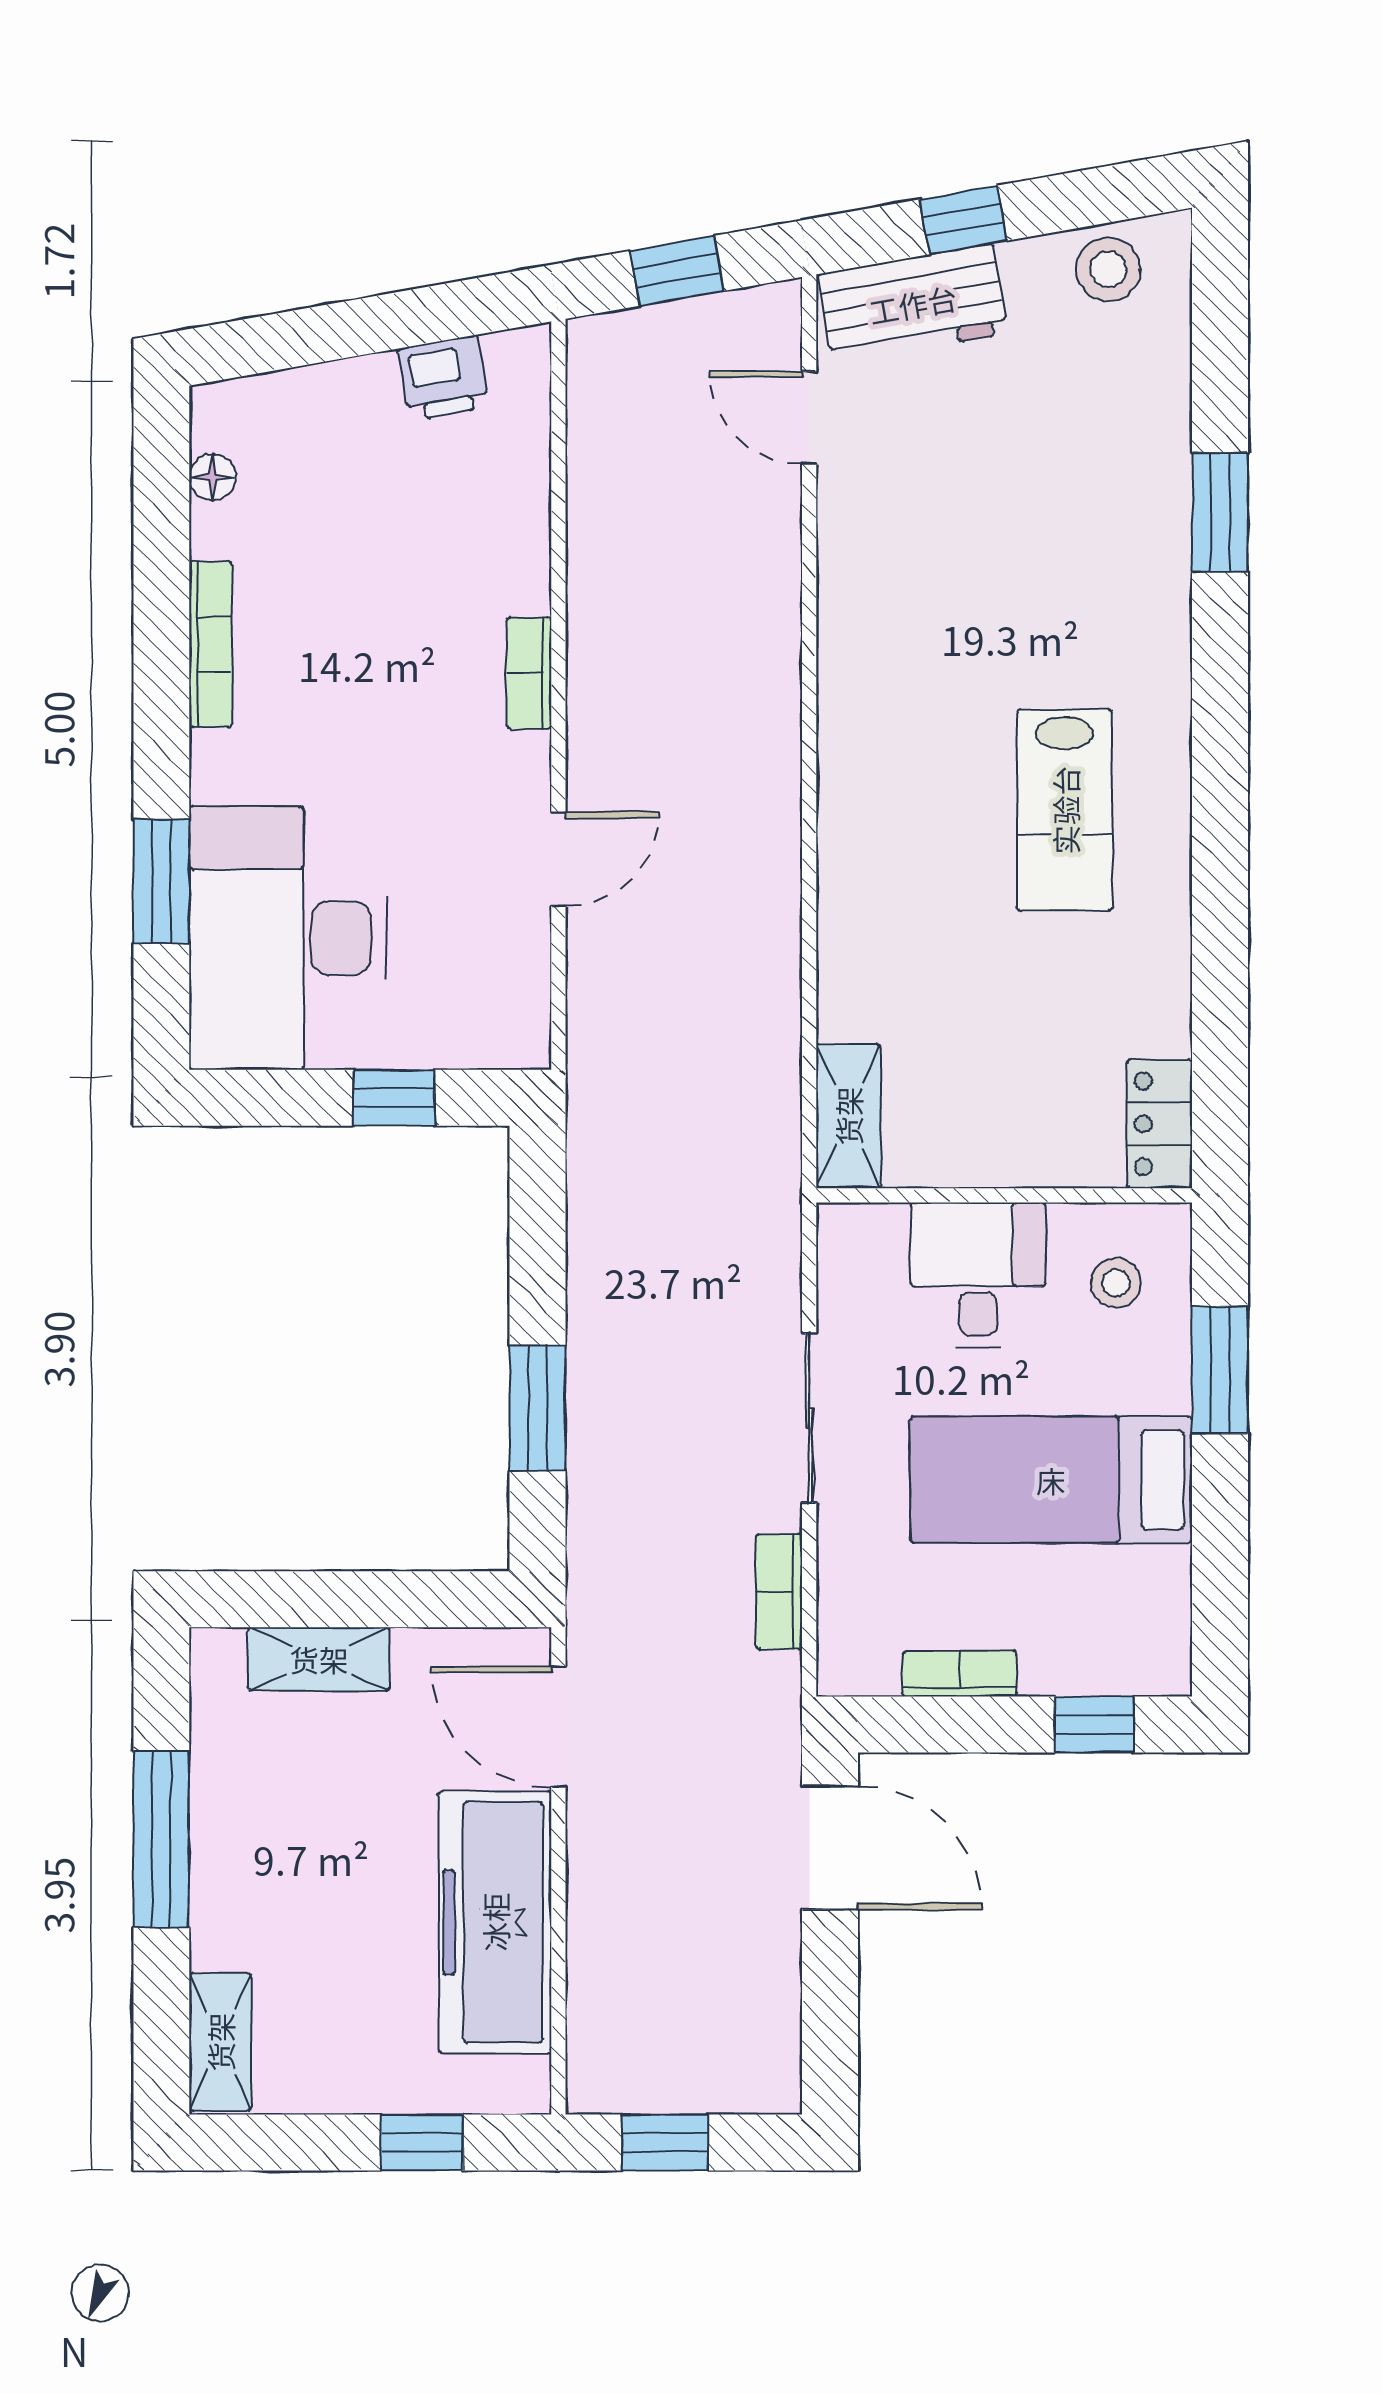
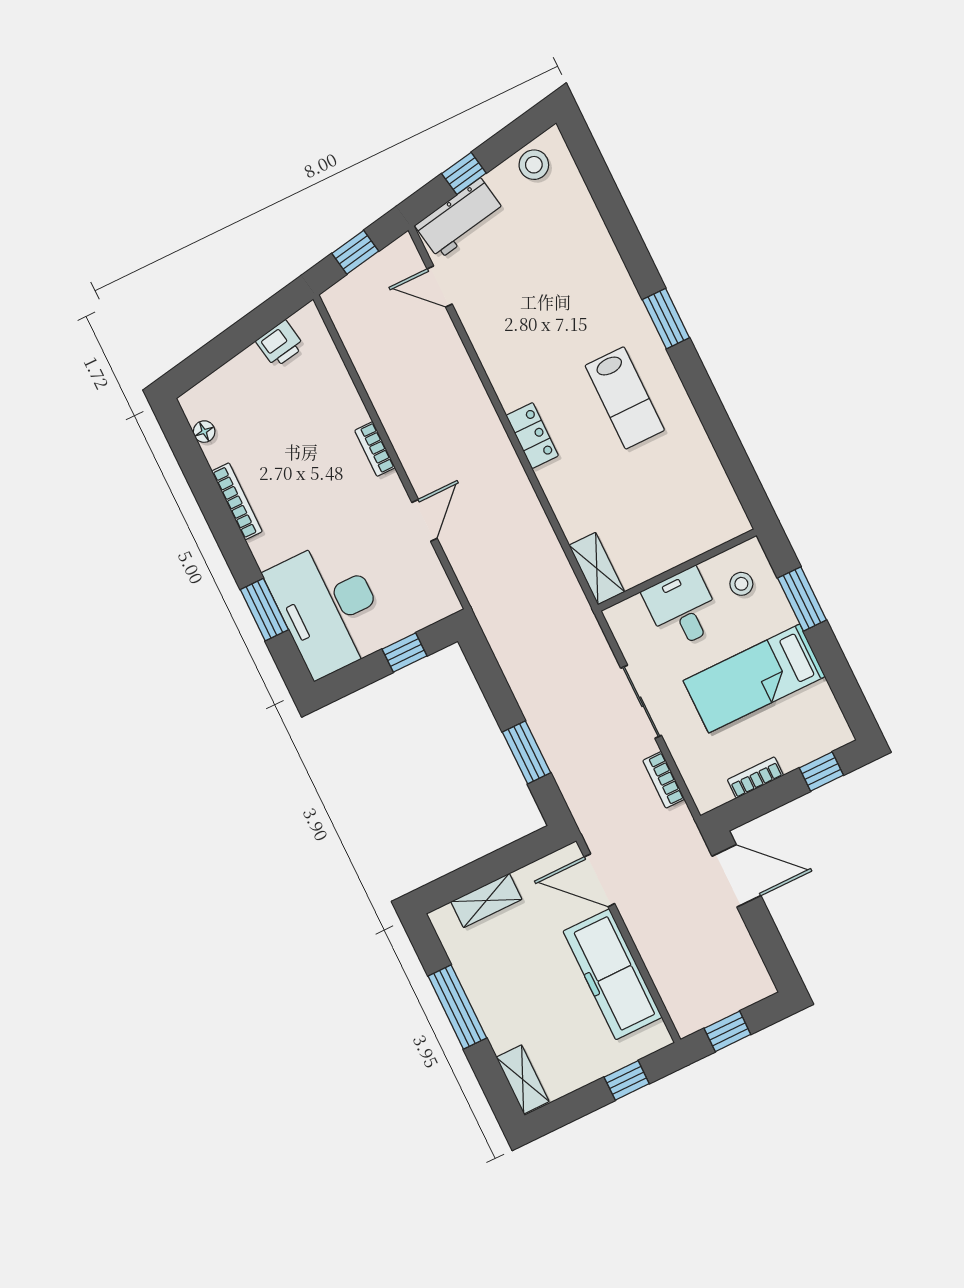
window: (1220, 512) -> (666, 319), moved
locker: (1160, 1124) -> (532, 436), moved, turned 180

